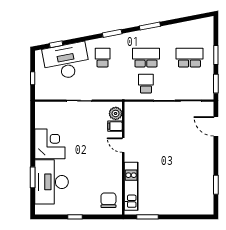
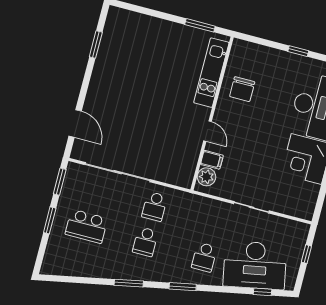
school desk: (146, 58) -> (145, 242), width x0.54
chair: (108, 200) -> (242, 89), moved

